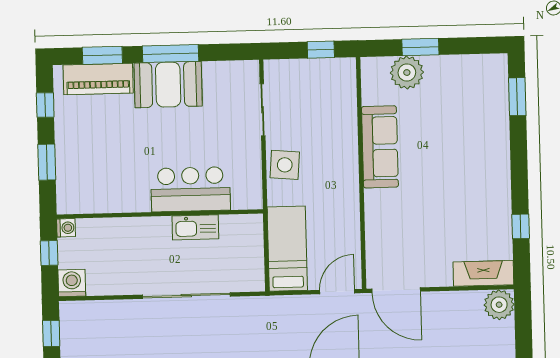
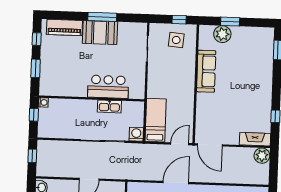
window: (102, 55) -> (67, 16), removed
side table: (285, 165) -> (176, 40), moved
washing machine: (72, 283) -> (136, 134), moved

